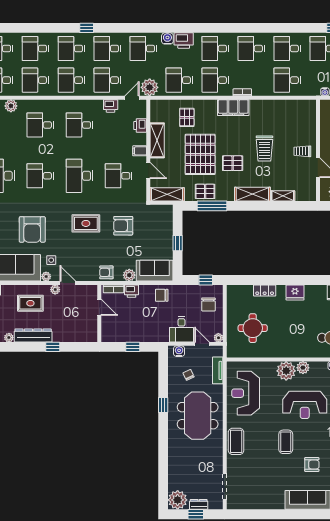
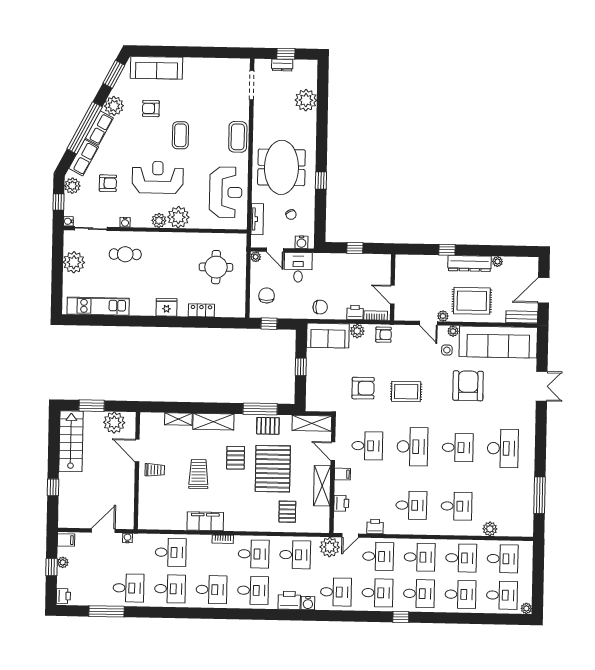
filing cabinet: (233, 108) -> (205, 521), moved
pallet: (233, 163) -> (236, 458), turned 90
rug: (30, 303) -> (472, 301), width x1.36, depth x1.43
plant: (178, 500) -> (306, 100), moved

